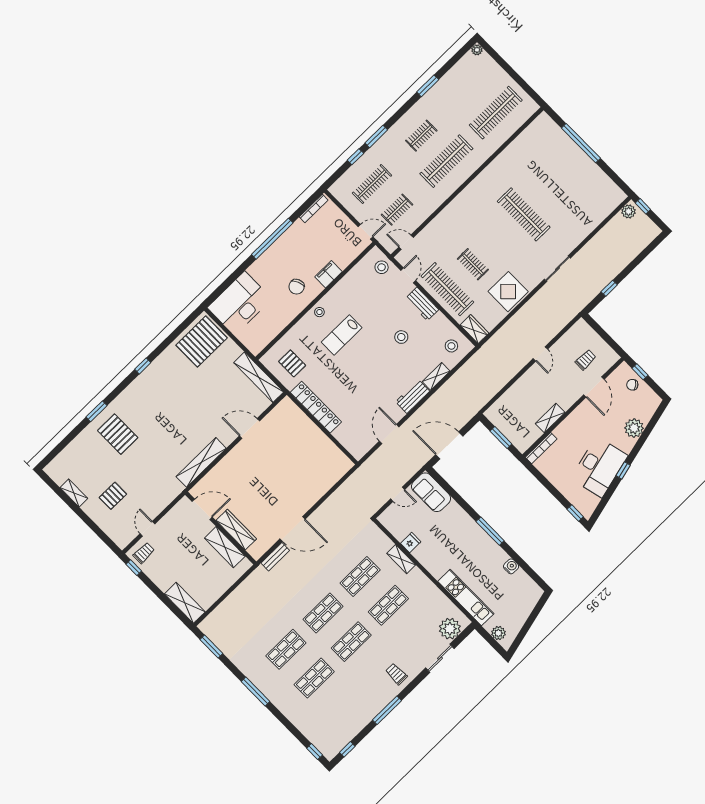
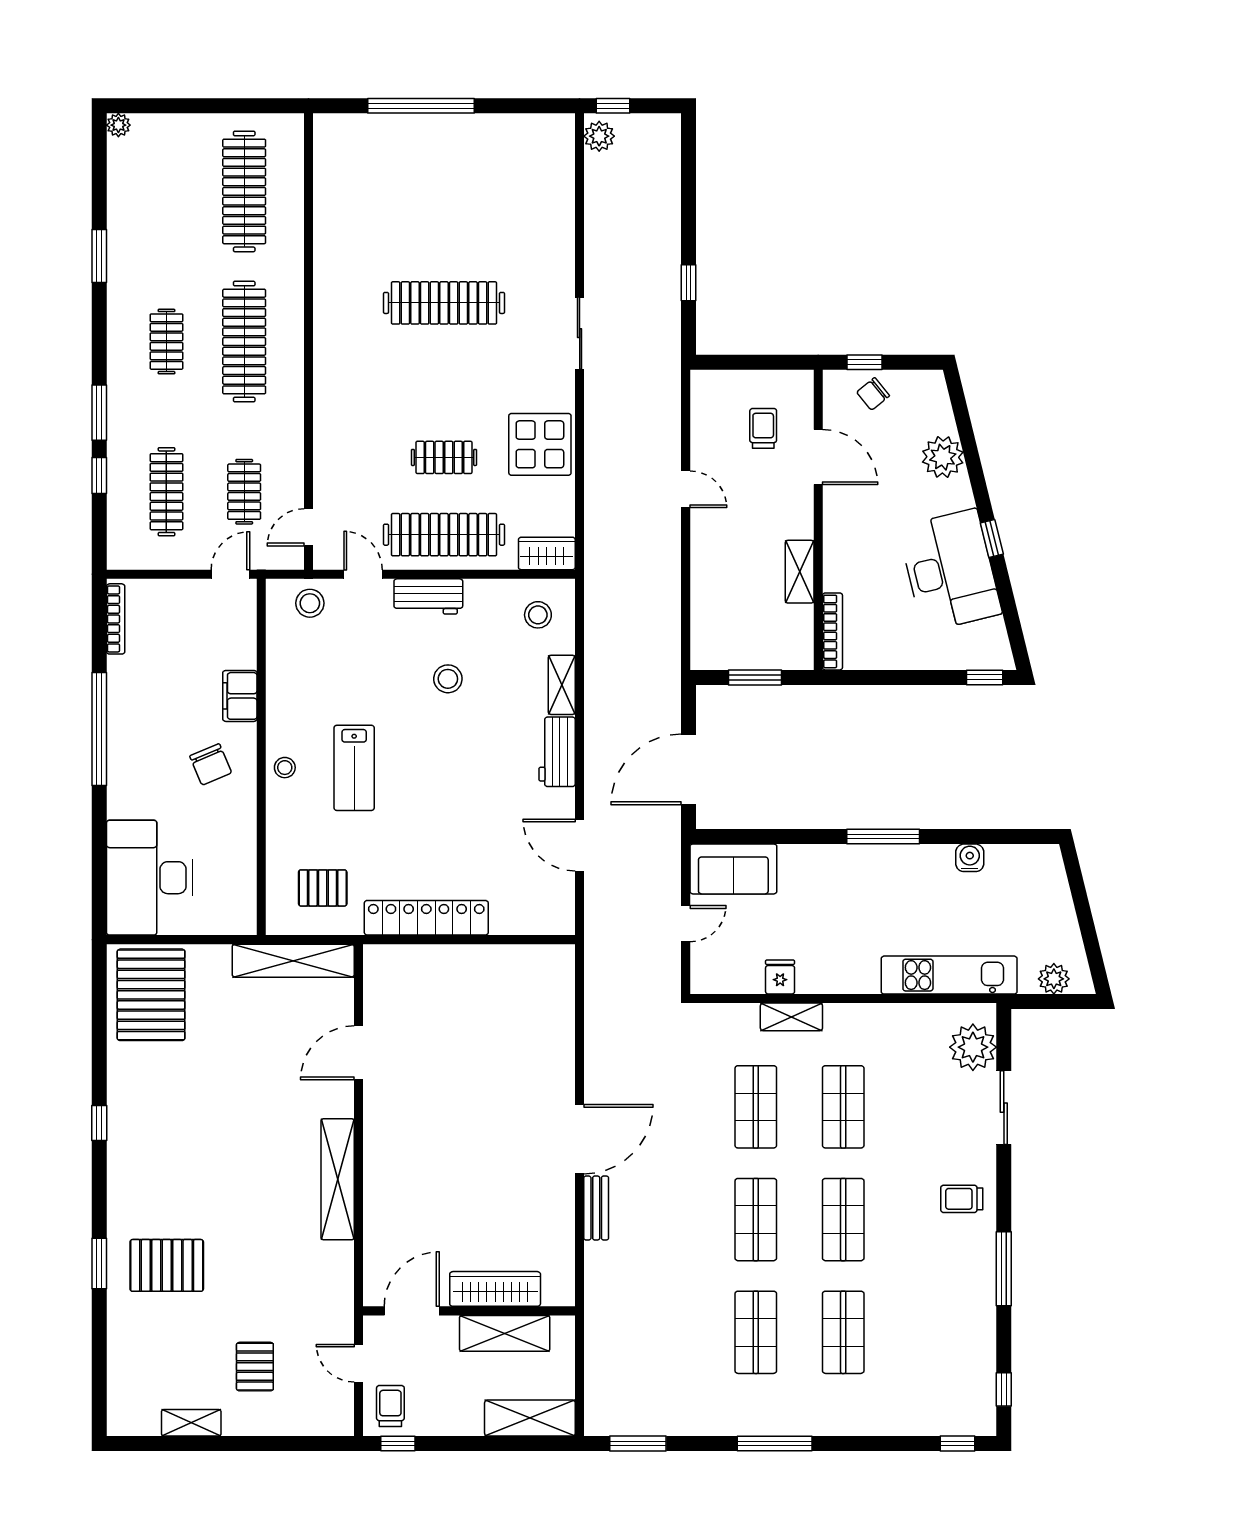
door: (202, 509) -> (412, 1311), moved
wall: (221, 528) -> (469, 1311), moved
wardrobe: (236, 530) -> (495, 1289), moved
shelving: (225, 547) -> (505, 1333), moved

